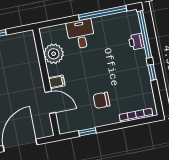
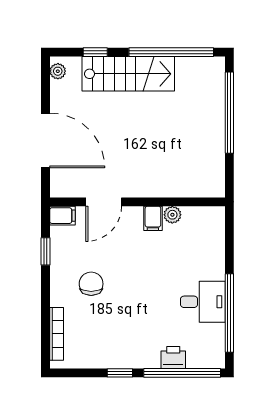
desk: (81, 34) -> (203, 302), moved
plant: (54, 54) -> (172, 215), width x0.53, depth x0.53
filing cabinet: (57, 82) -> (153, 218), moved
filing cabinet: (64, 126) -> (62, 216), added

